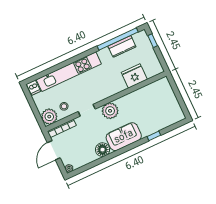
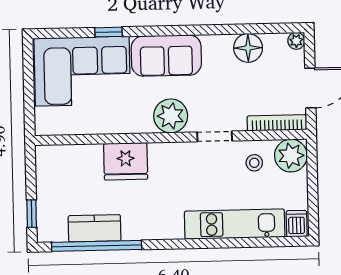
kitchen unit: (69, 72) -> (235, 224), width x0.73
fridge: (134, 76) -> (126, 161), moved
corner sofa: (158, 113) -> (82, 71), added
floor lamp: (103, 150) -> (248, 48), moved

